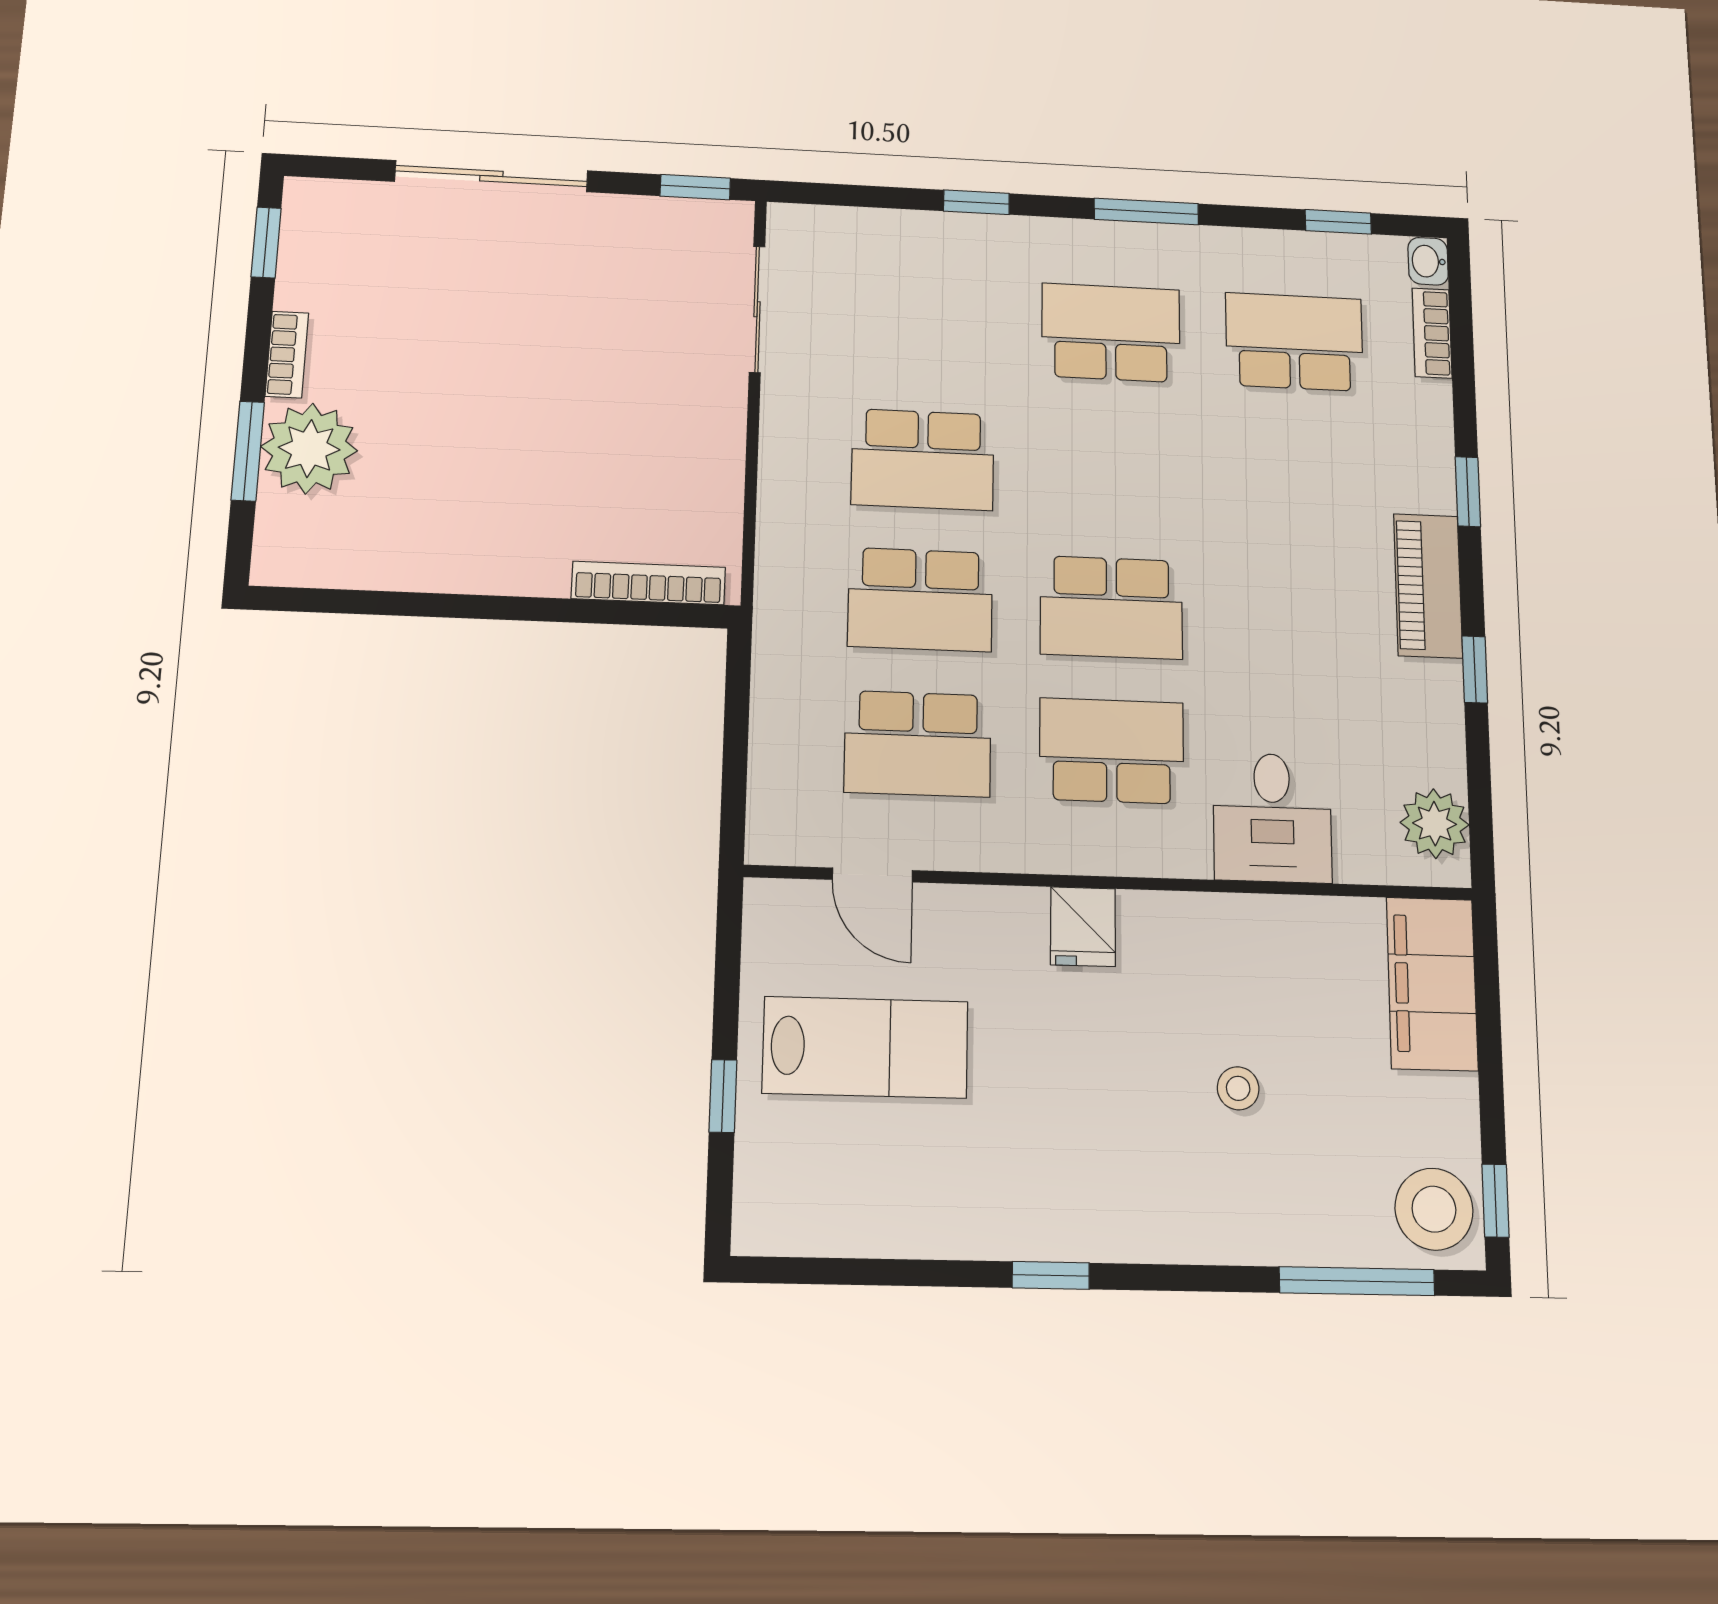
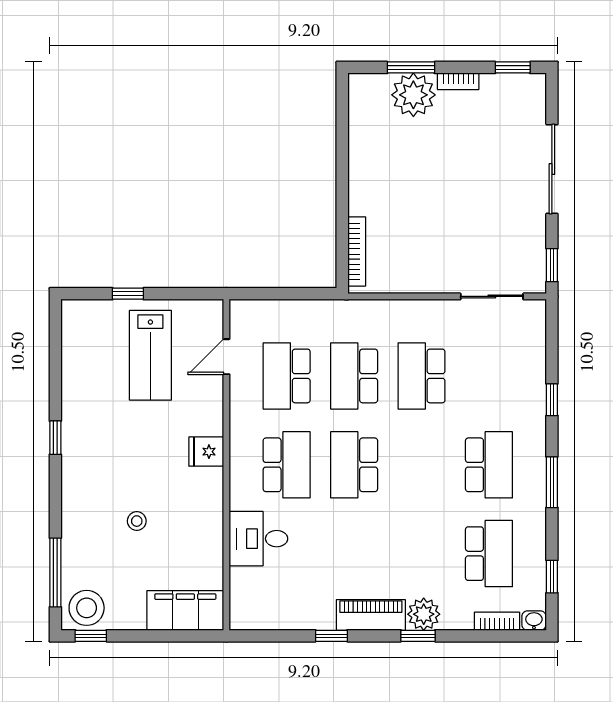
plant: (1435, 824) -> (424, 614), moved

